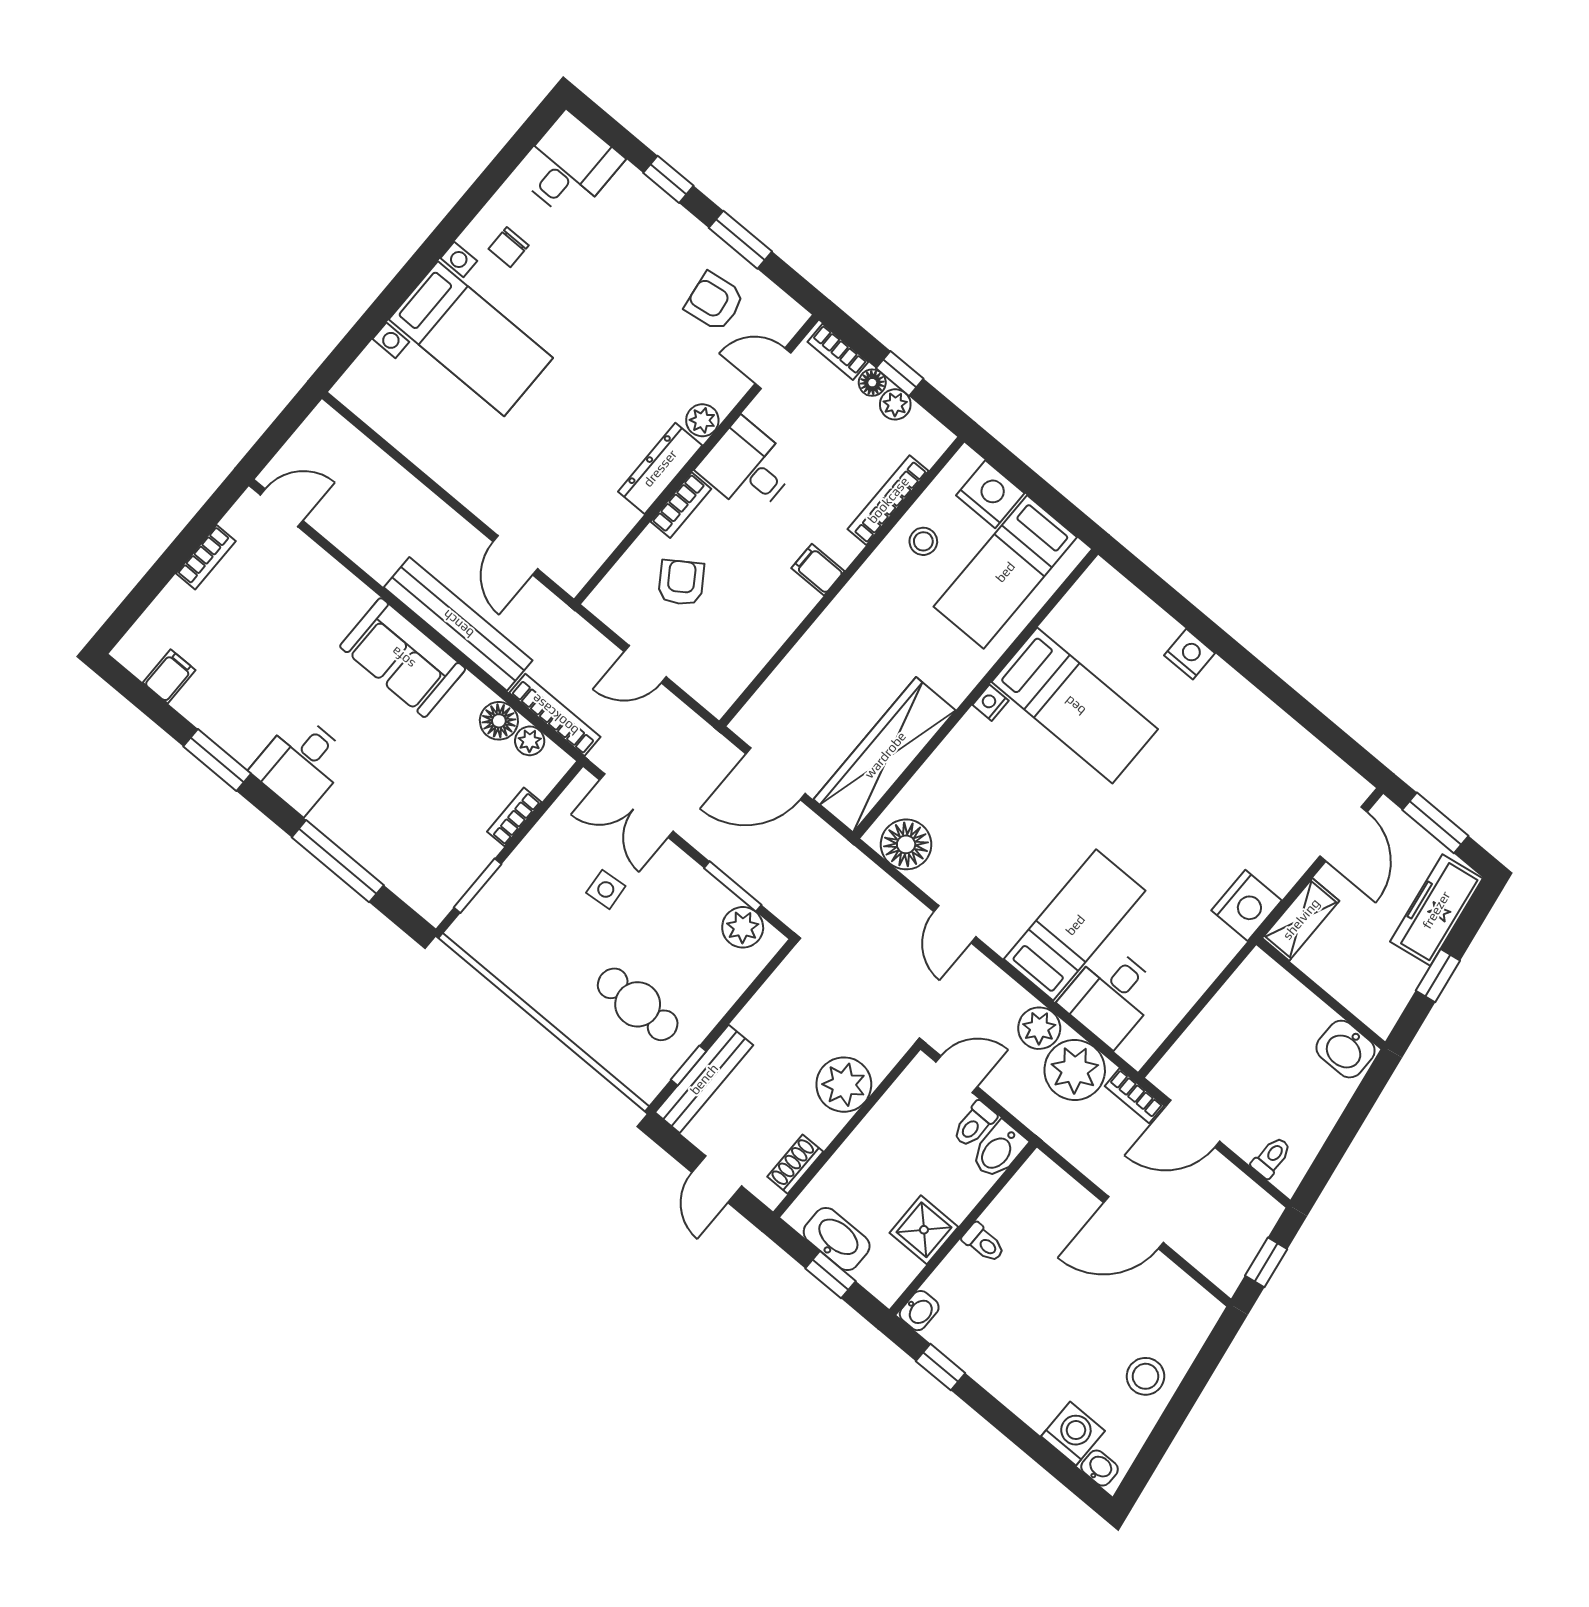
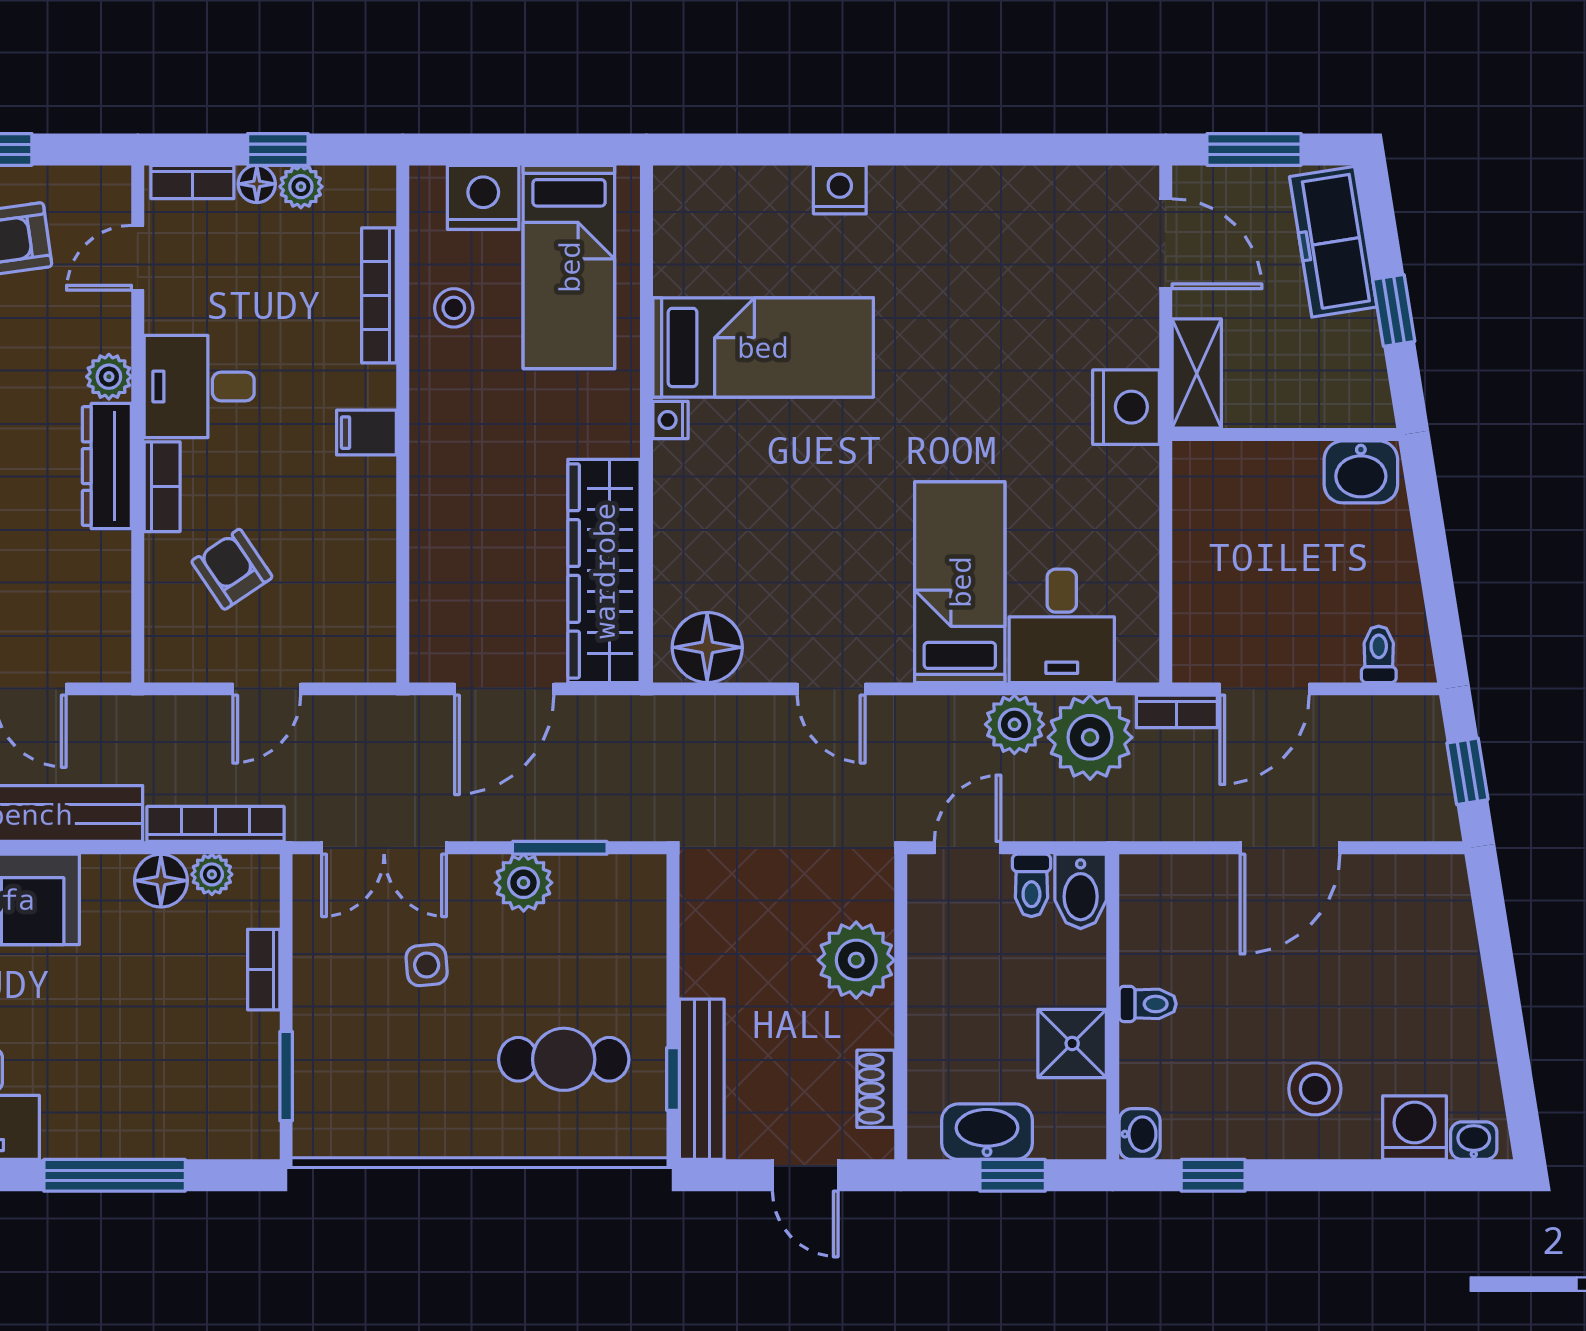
plant: (743, 927) -> (524, 883), moved
stool: (1145, 1376) -> (1315, 1089), moved

